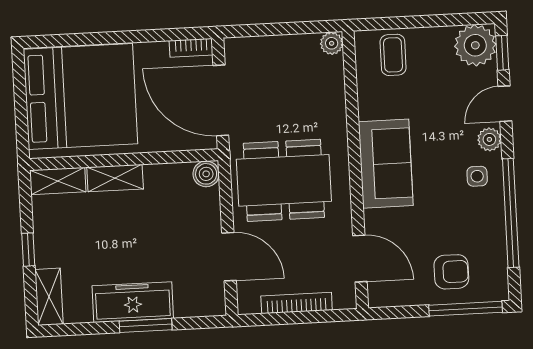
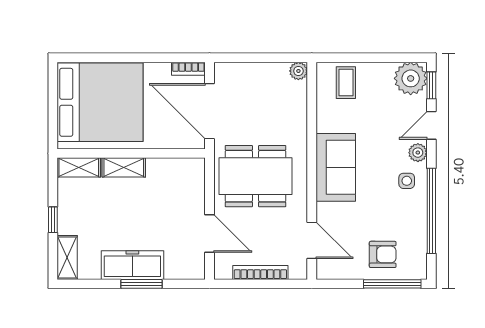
boiler: (206, 174) -> (195, 168), removed

